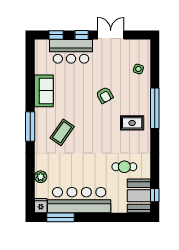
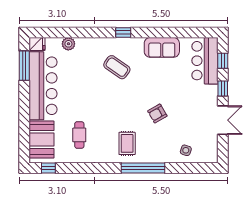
bar counter: (71, 51) -> (205, 61), moved
window: (30, 126) -> (123, 32), width x0.46
booth: (139, 196) -> (42, 140), moved, turned 90

